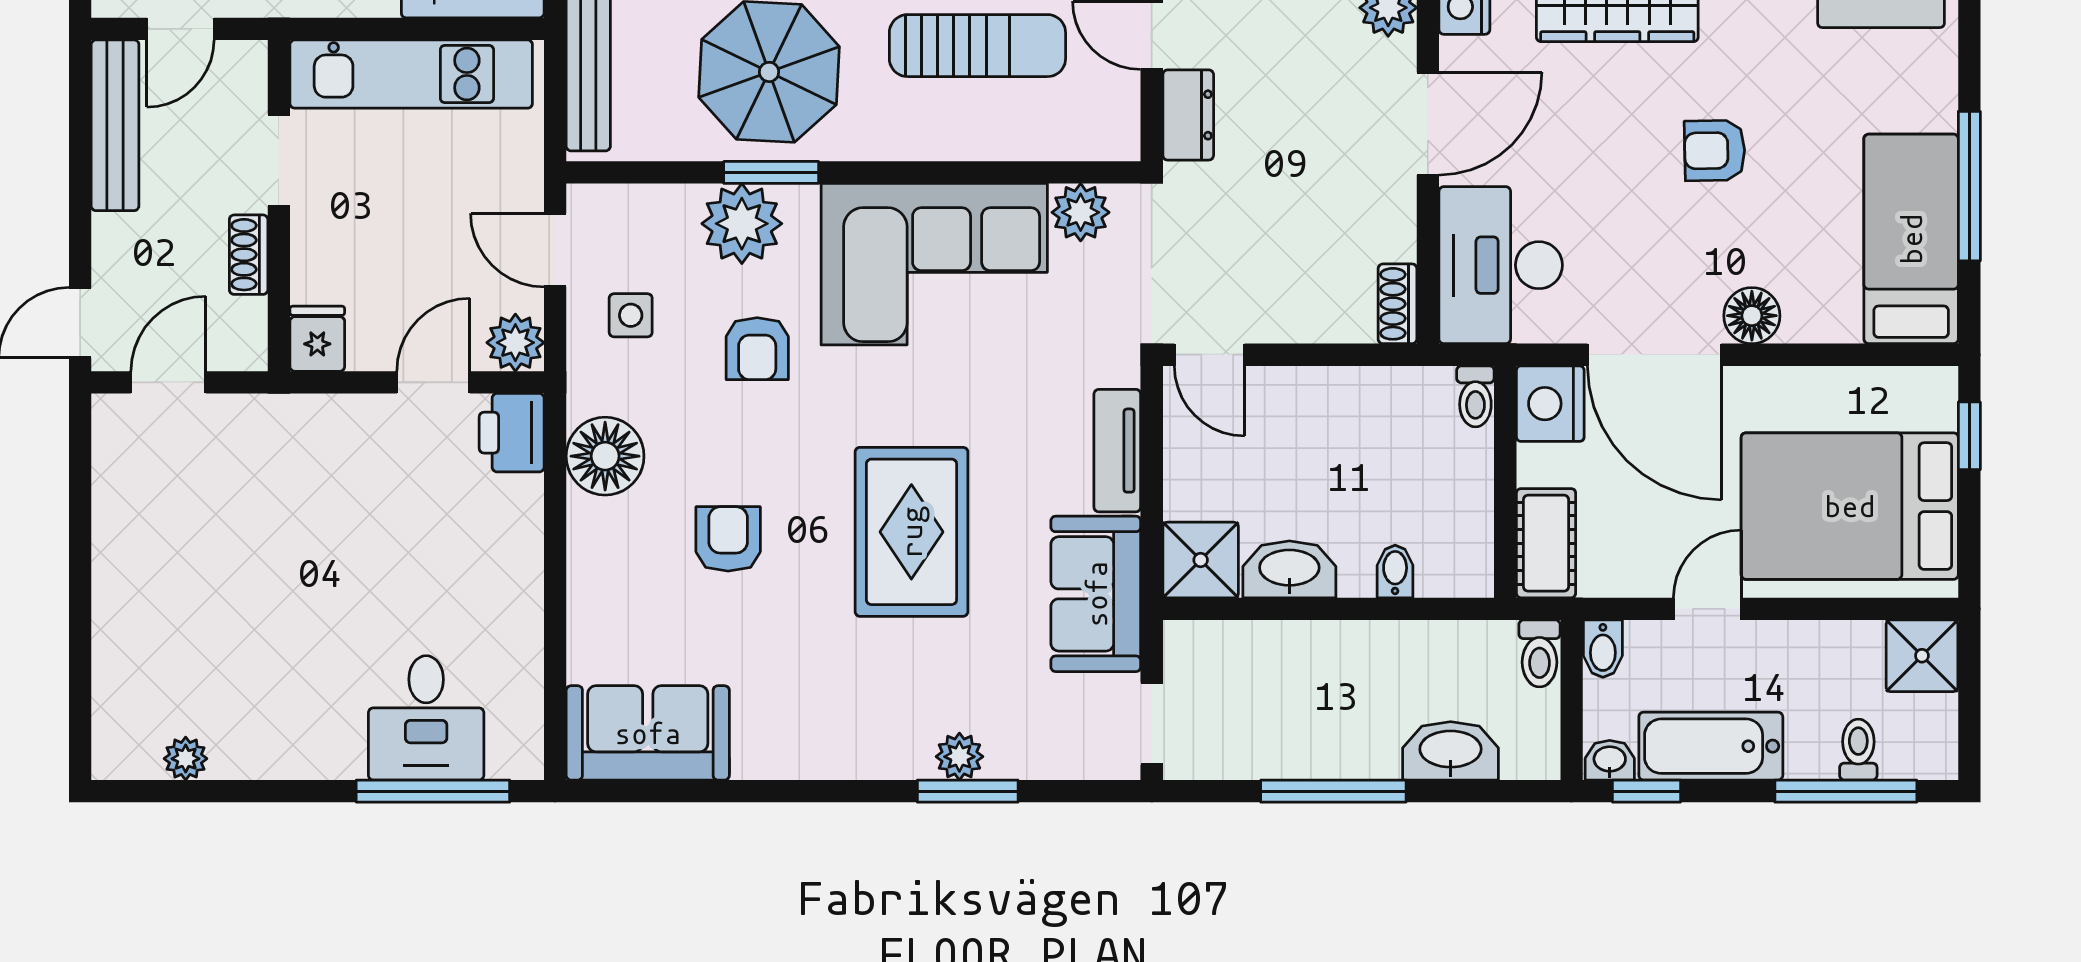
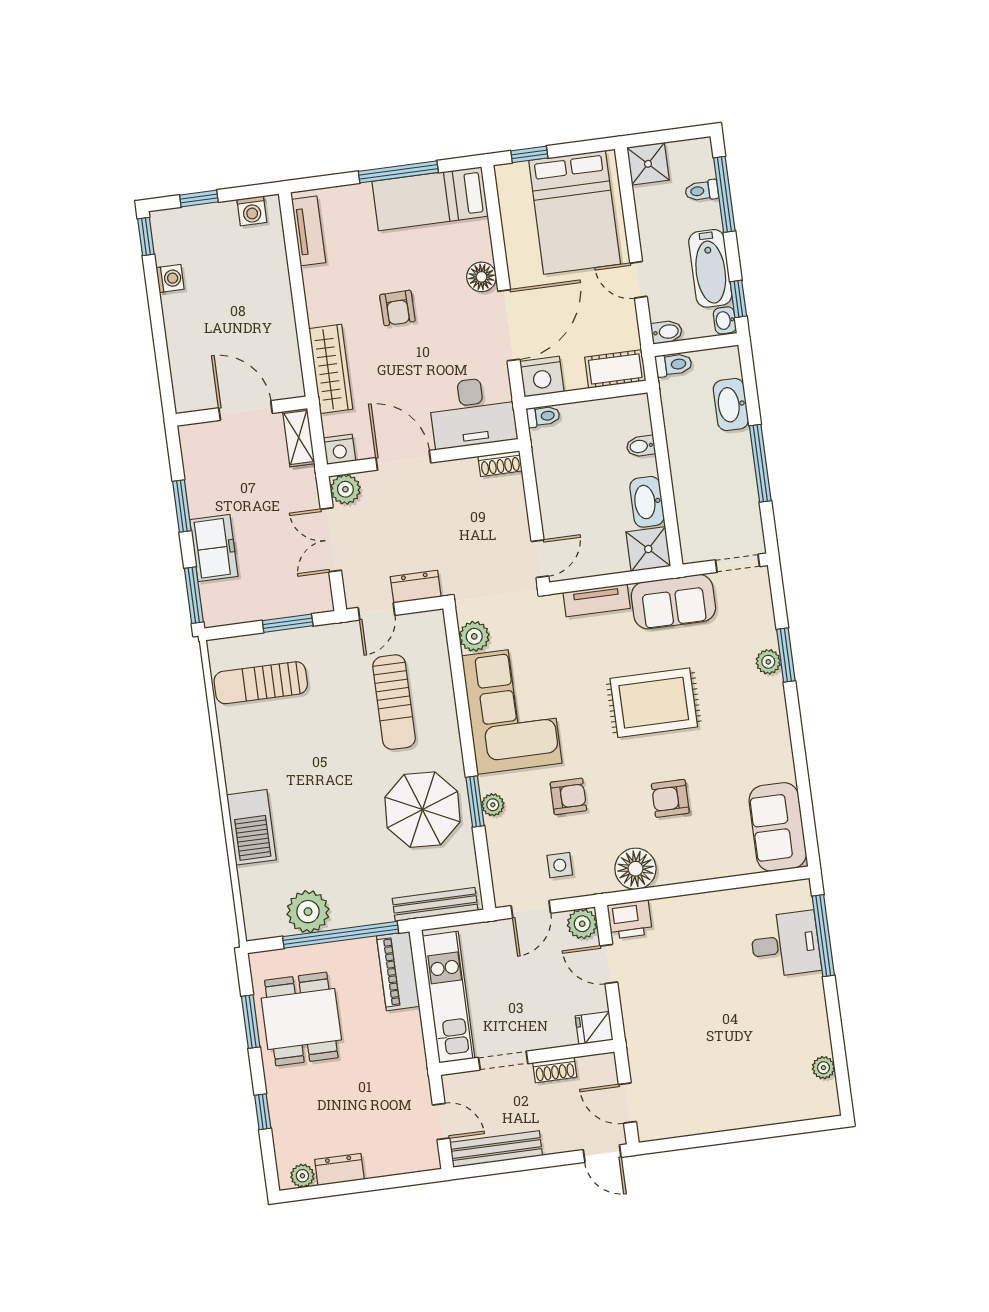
sun lounger: (977, 46) -> (394, 702), turned 180
plant: (742, 224) -> (493, 805), width x0.53, depth x0.53

